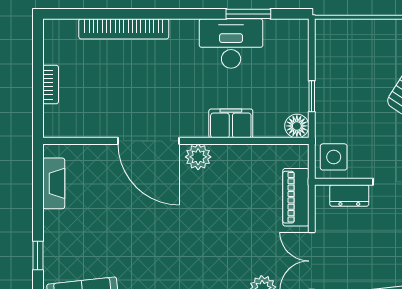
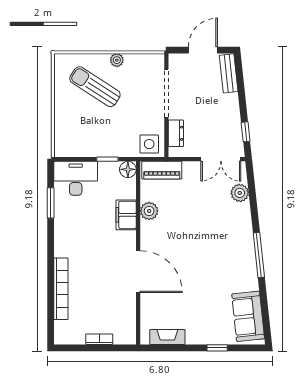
desk: (231, 44) -> (76, 178), moved, turned 90
door: (149, 141) -> (138, 272), hinge flipped
plant: (198, 157) -> (149, 211), moved
piano: (296, 197) -> (162, 170), moved

